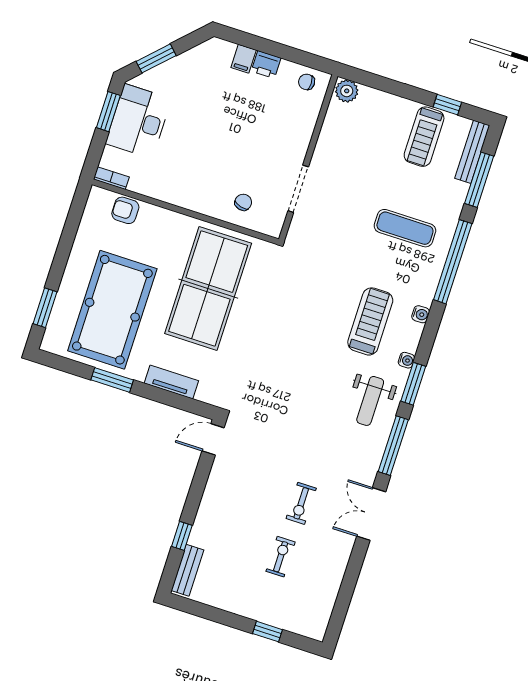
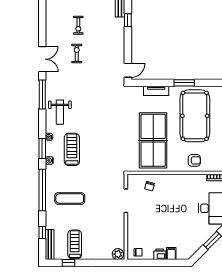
window: (479, 180) -> (42, 232), width x0.46
armchair: (125, 210) -> (194, 160), moved
treadmill: (370, 321) -> (72, 149), turned 180
window: (413, 384) -> (42, 149), moved
weight bench: (370, 401) -> (60, 112), turned 180

